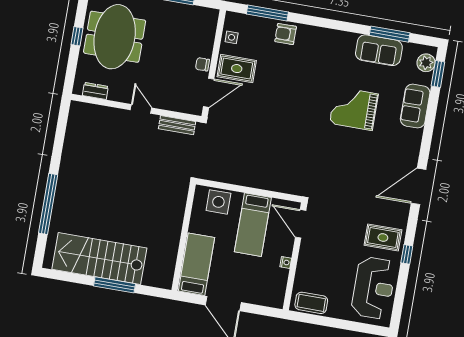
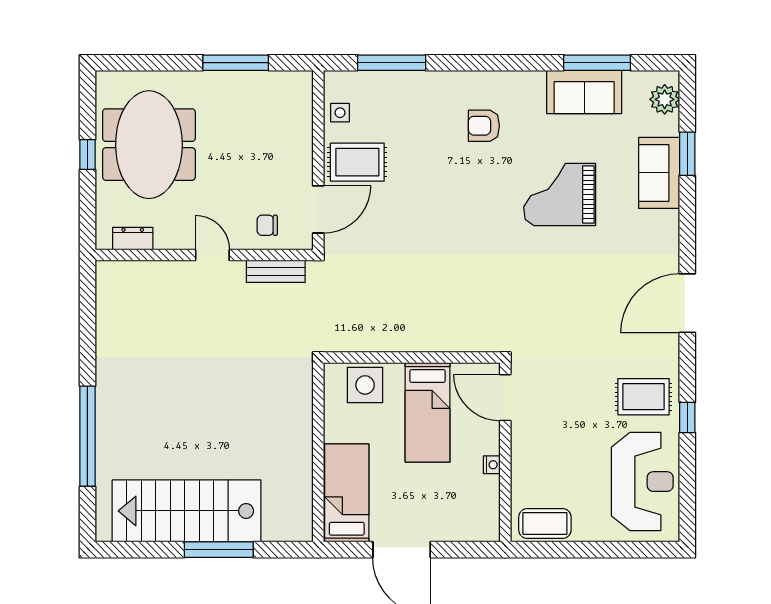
armchair: (286, 34) -> (484, 126), moved
chair: (202, 64) -> (267, 225), moved
window: (438, 74) -> (687, 154), moved

